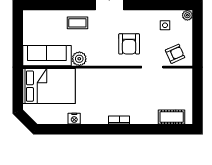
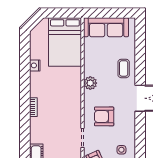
sofa: (47, 56) -> (106, 27), moved, turned 90
plant: (79, 59) -> (90, 83), moved

